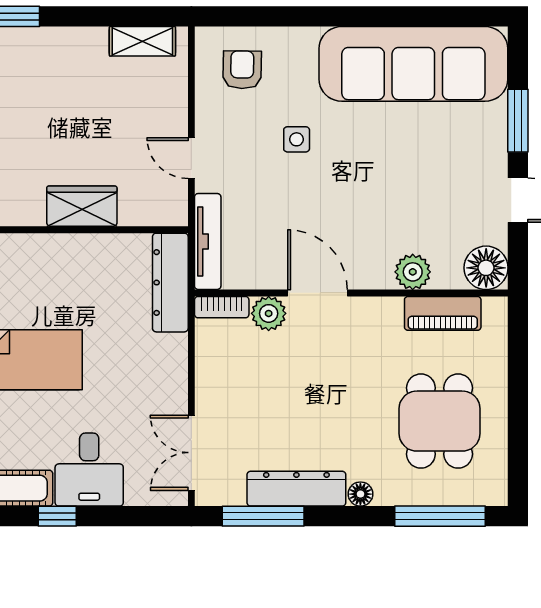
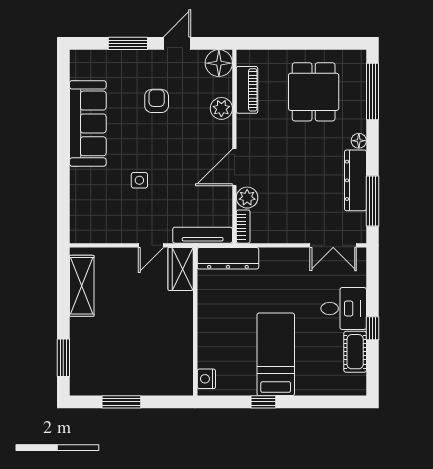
shelving: (142, 41) -> (82, 286), width x1.50, depth x1.33
sofa: (413, 64) -> (88, 123), width x0.74, depth x0.79
armchair: (242, 70) -> (157, 101), moved, turned 89
wardrobe: (82, 206) -> (181, 269), moved
dining table: (440, 421) -> (314, 92), turned 90

